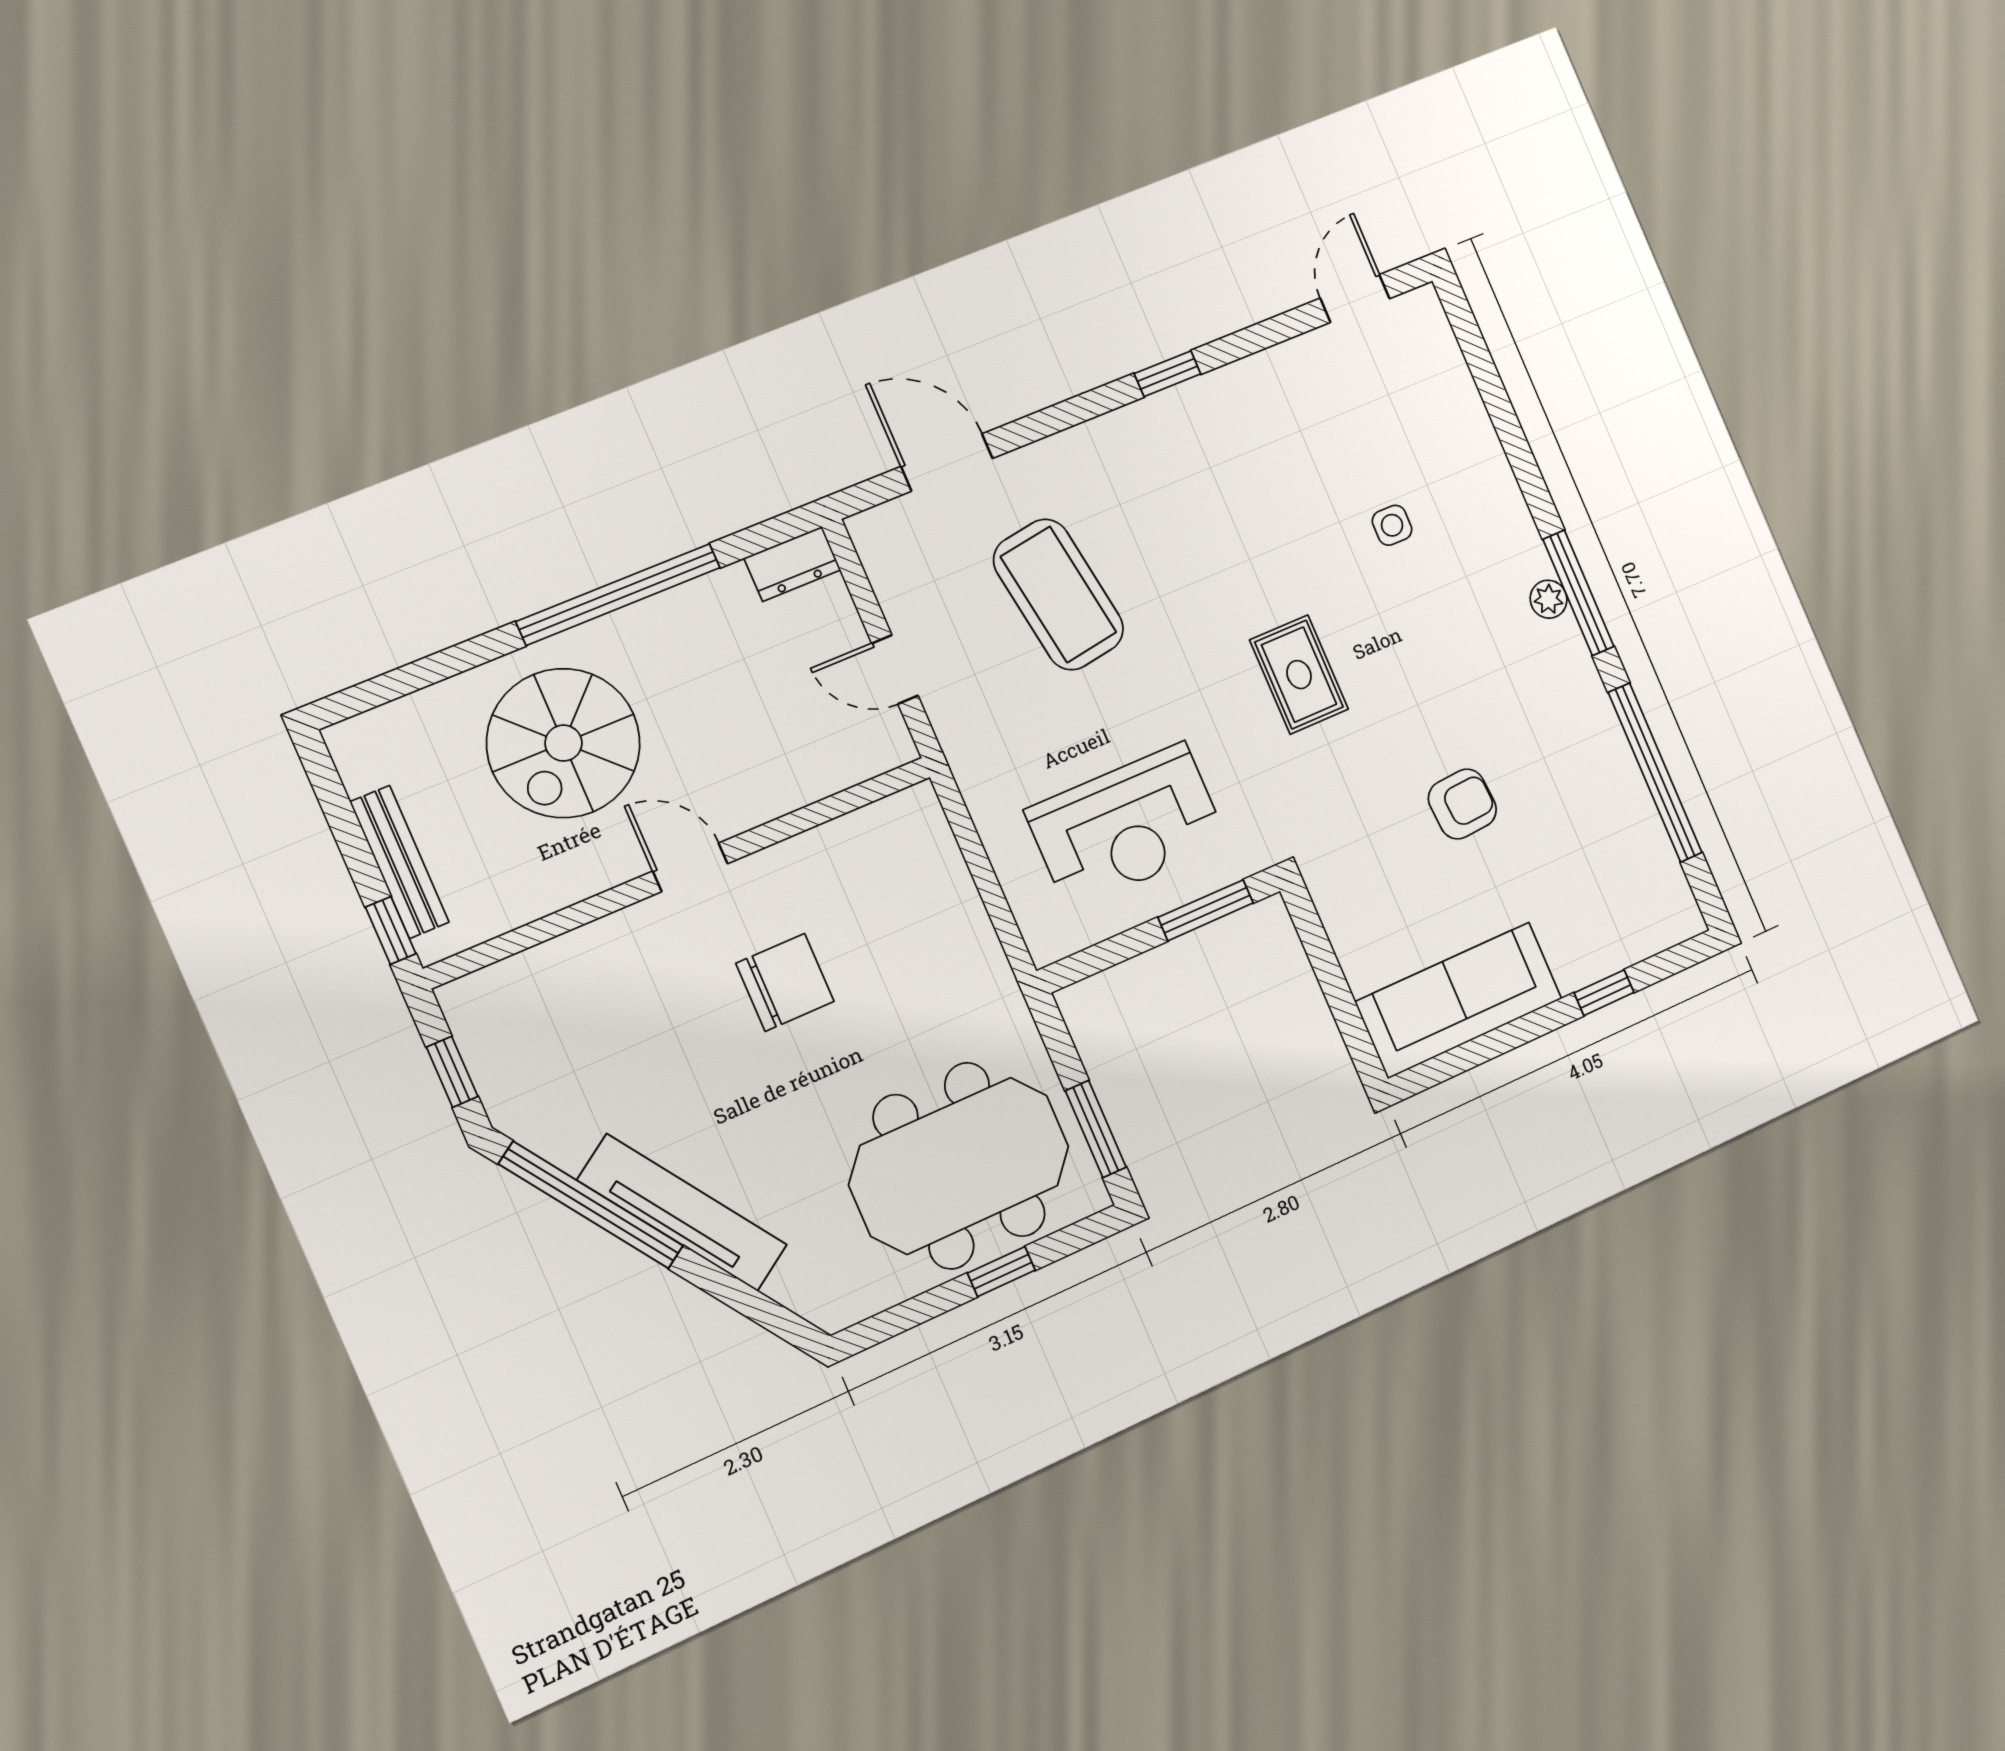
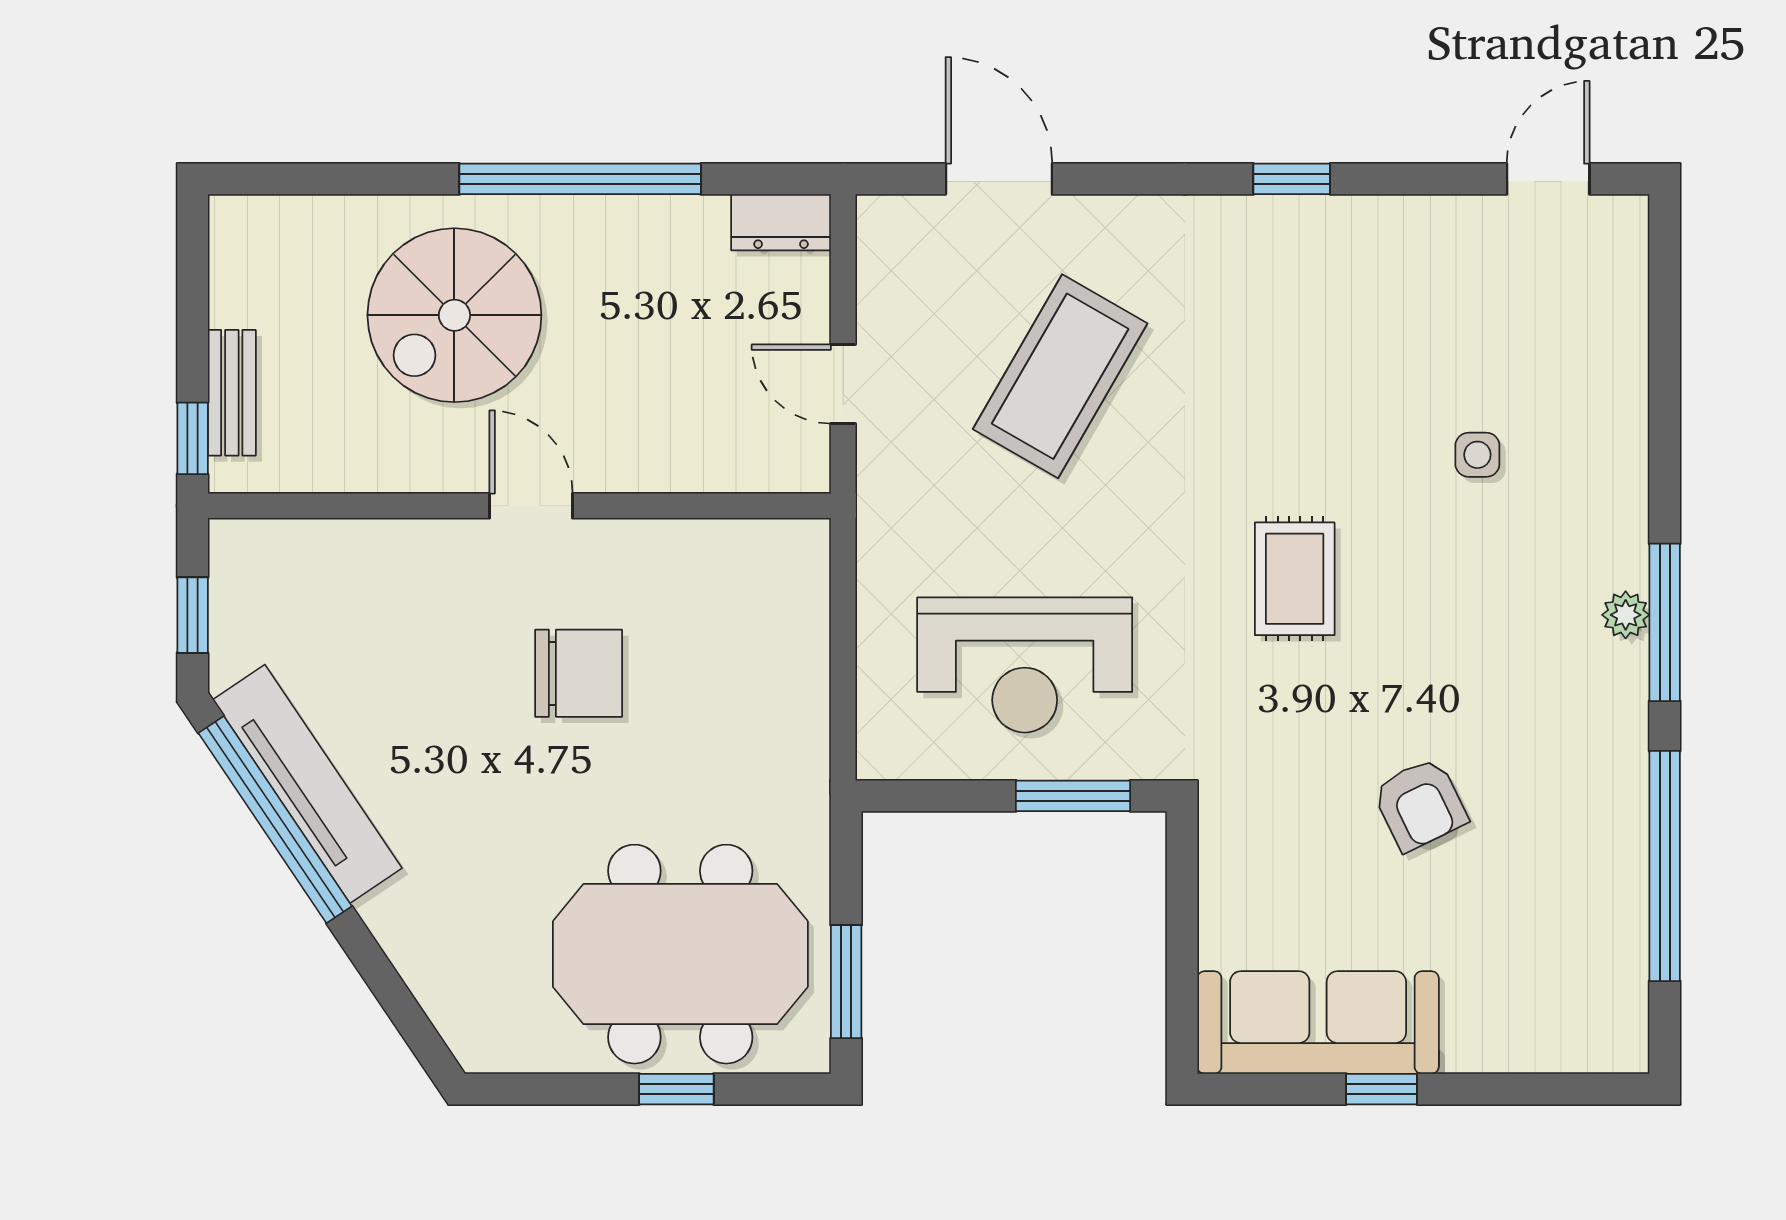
coffee table: (1058, 595) -> (1060, 376), turned 39
armchair: (1462, 804) -> (1420, 804), turned 68
bench: (399, 862) -> (232, 393), width x0.73
window: (1604, 993) -> (1382, 1089), moved
tv unit: (682, 1213) -> (307, 784), moved

